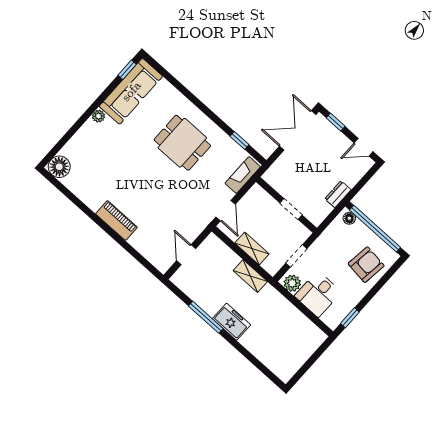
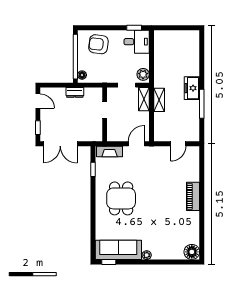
shelving: (252, 249) -> (144, 99), moved
desk: (318, 294) -> (137, 42), moved

